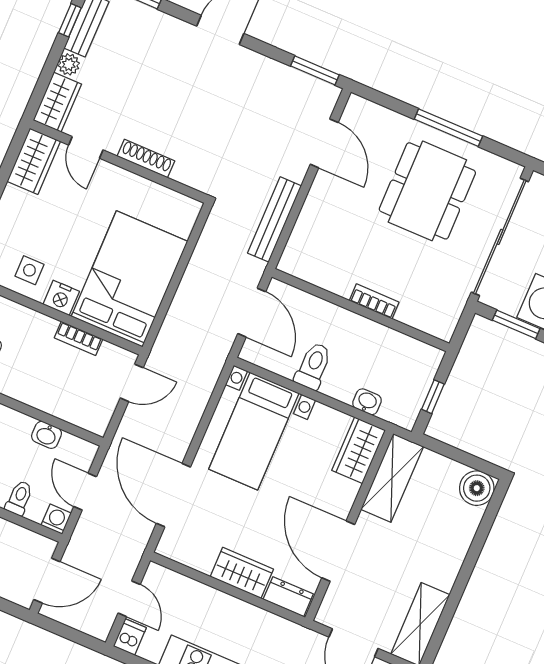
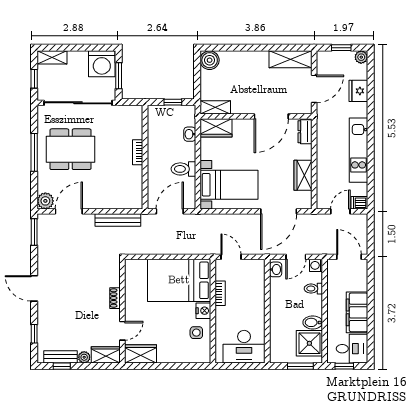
plant: (359, 112) -> (45, 201), added
shoe rack: (146, 159) -> (115, 298), width x0.70
washbasin: (47, 435) -> (276, 269), moved
shelving: (392, 478) -> (215, 107), width x0.67, depth x0.75
wardrobe: (242, 573) -> (303, 175), moved

